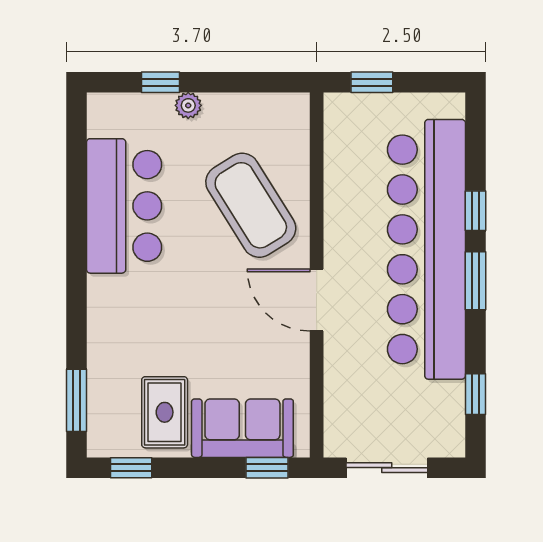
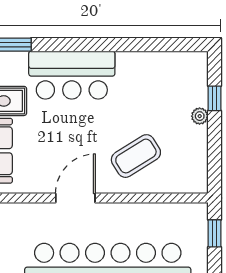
coffee table: (251, 205) -> (136, 156), width x0.73, depth x0.76
bar counter: (124, 206) -> (72, 75), moved

